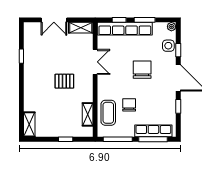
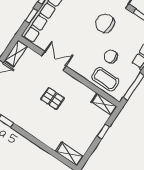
chair: (142, 70) -> (105, 23), moved
pallet: (64, 81) -> (52, 99), turned 90
shelving: (88, 114) -> (104, 104), moved

